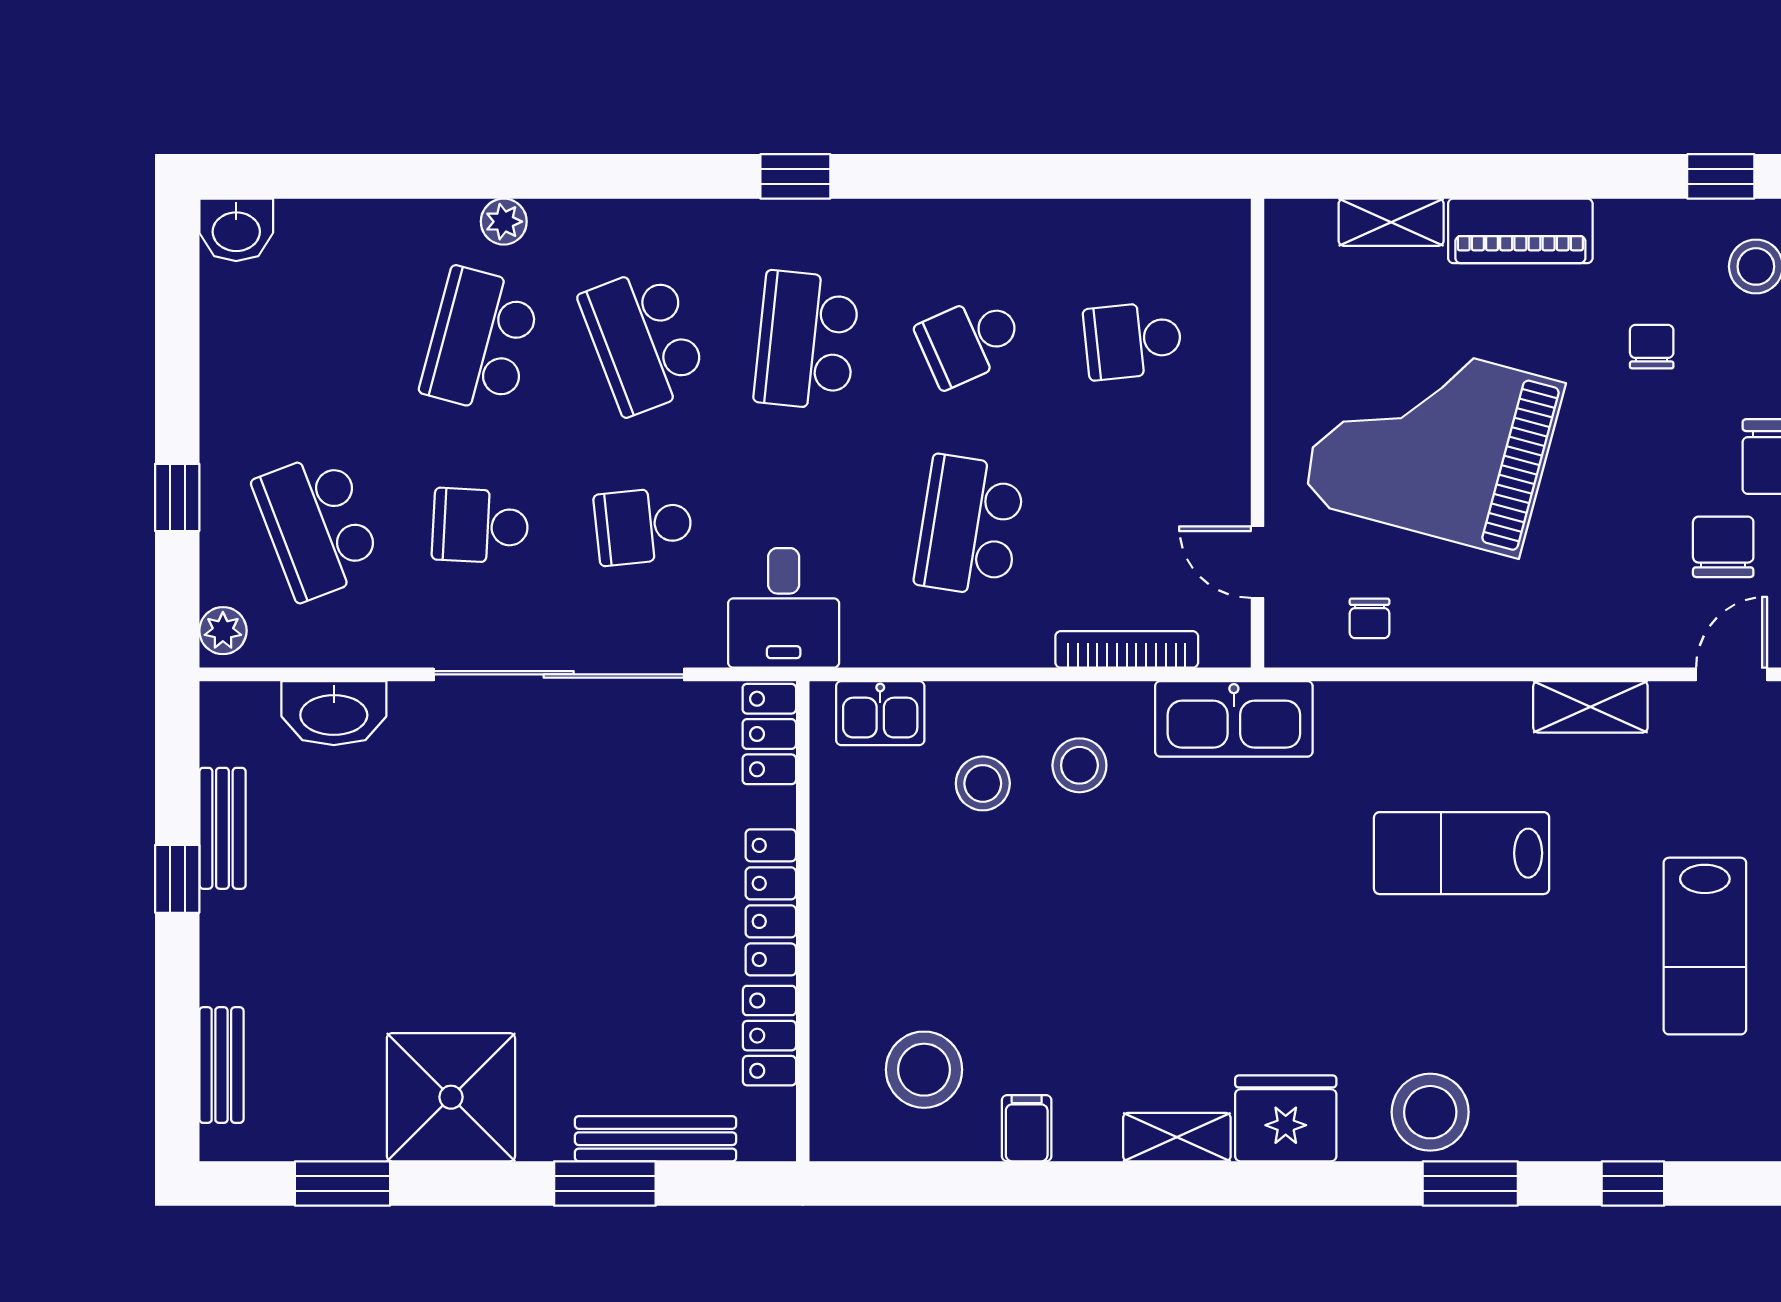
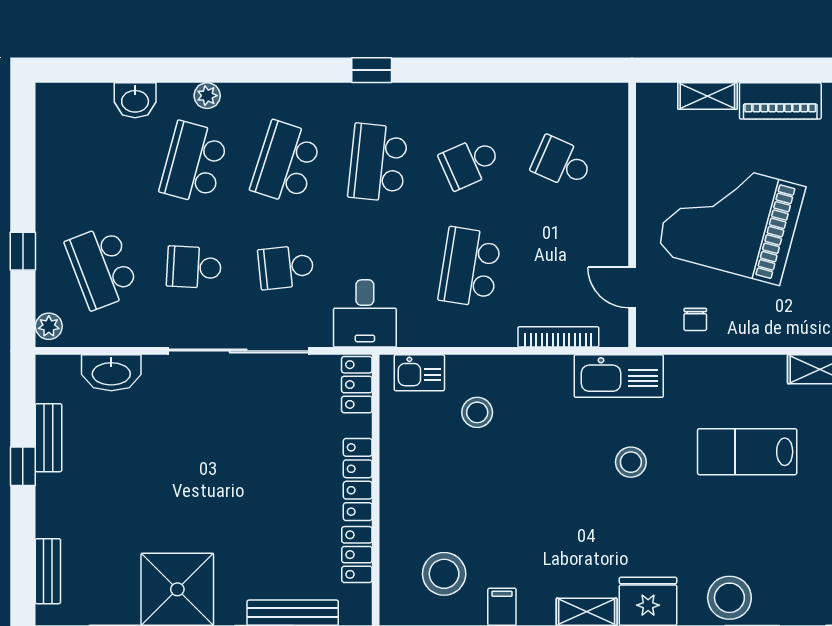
washbasin: (236, 230) -> (135, 100), moved
school desk: (643, 340) -> (286, 163), turned 39
school desk: (1133, 340) -> (562, 163), turned 30
stool: (1079, 765) -> (631, 462), moved

